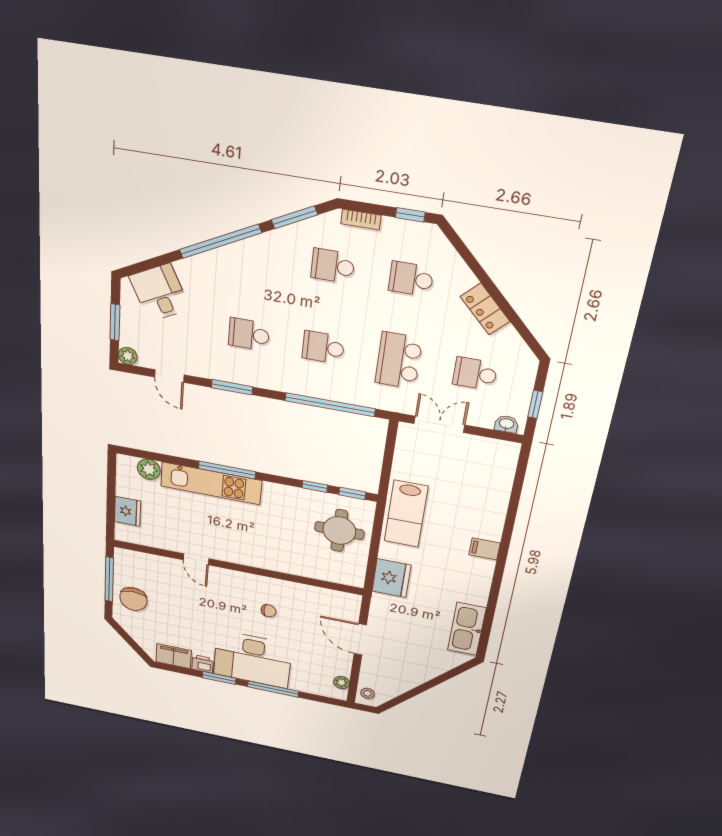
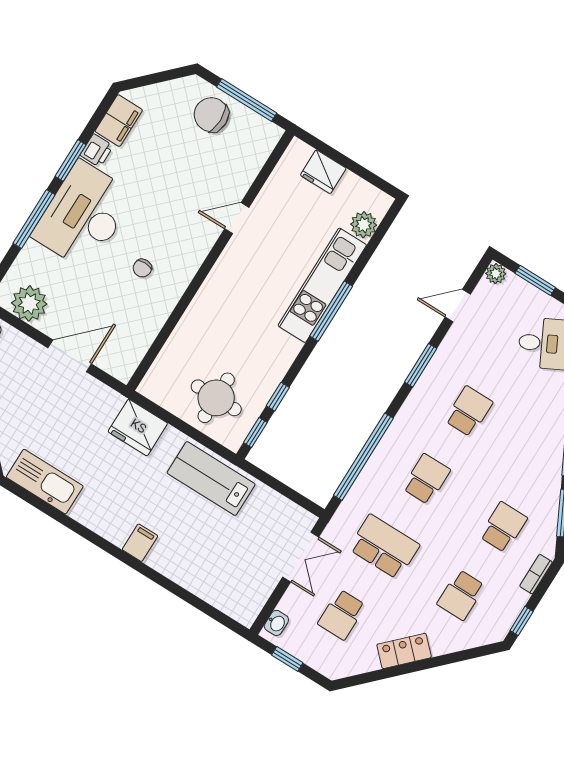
school desk: (411, 279) -> (461, 595), turned 180
school desk: (475, 374) -> (342, 615), turned 180
plant: (342, 682) -> (29, 303), width x1.88, depth x1.88

